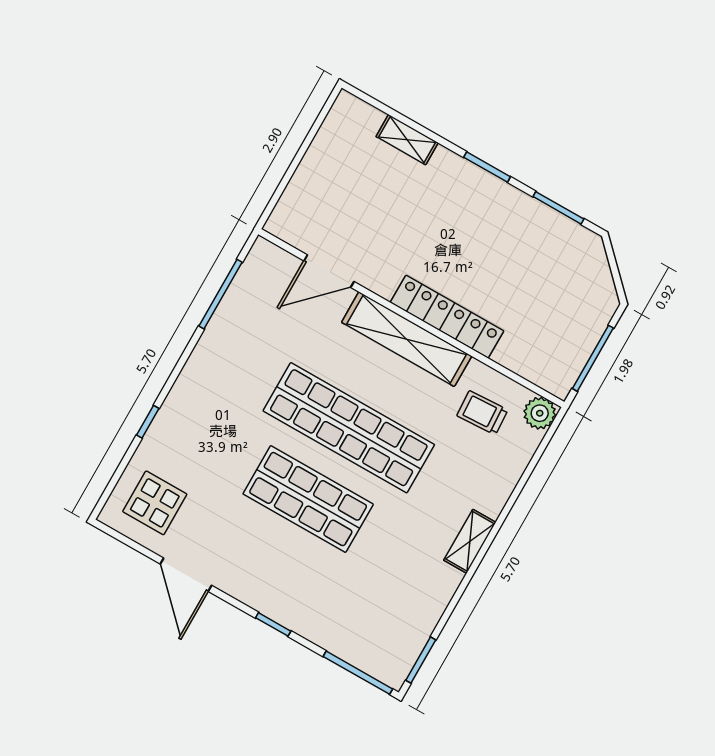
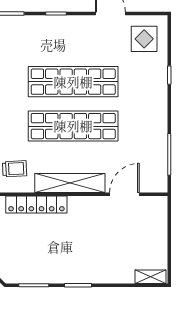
shelving: (407, 140) -> (151, 277), moved
locker: (447, 317) -> (36, 204), moved
shop shelf: (308, 499) -> (73, 82), width x1.40

